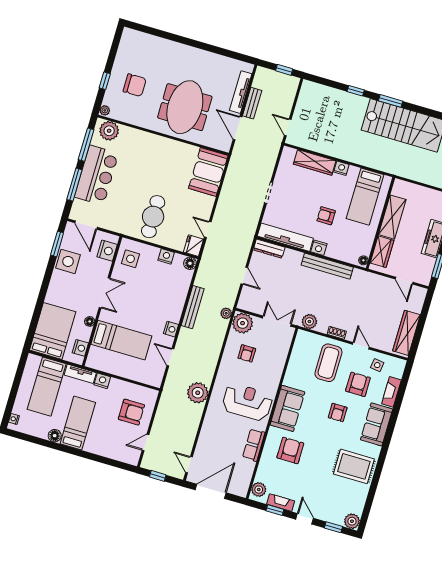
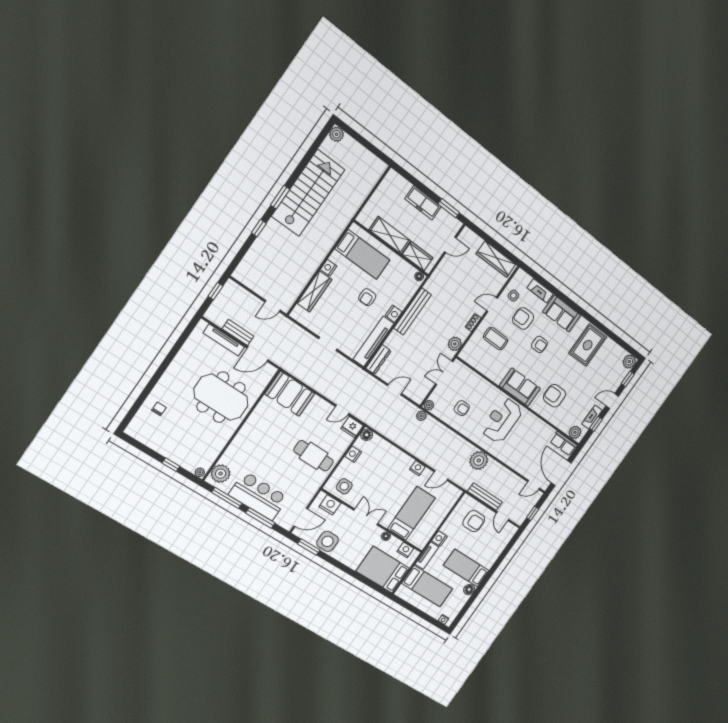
chair: (135, 85) -> (159, 409), moved, width x0.54, depth x0.54
bench: (193, 307) -> (485, 497), moved
plant: (243, 323) -> (429, 405), width x0.53, depth x0.53
coffee table: (328, 363) -> (496, 339), width x0.73, depth x0.76
armchair: (131, 412) -> (474, 521), turned 90
row of seats: (254, 445) -> (564, 443), moved

